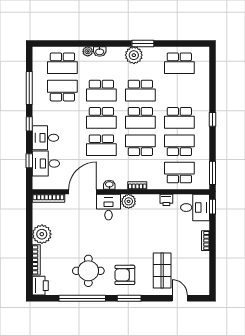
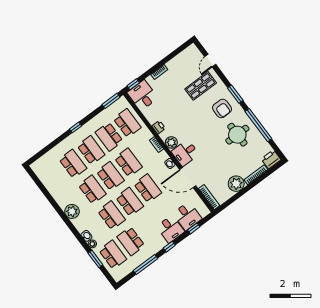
window: (143, 43) -> (95, 259), moved
school desk: (179, 63) -> (73, 164), moved
school desk: (140, 145) -> (128, 162), turned 180
school desk: (179, 173) -> (127, 123), turned 180
printer: (166, 200) -> (159, 127), moved

